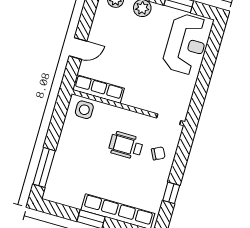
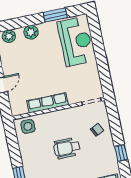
row of seats: (98, 89) -> (48, 103), moved
wheelchair: (126, 146) -> (67, 148), moved

